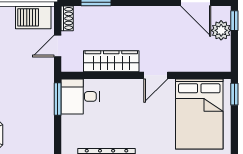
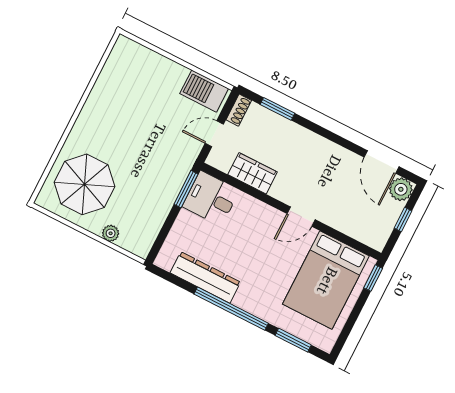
window: (234, 21) -> (403, 220), moved
plant: (221, 30) -> (401, 189), moved
wardrobe: (111, 61) -> (253, 173), width x0.67

